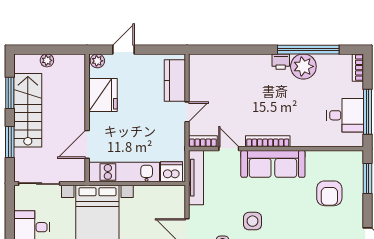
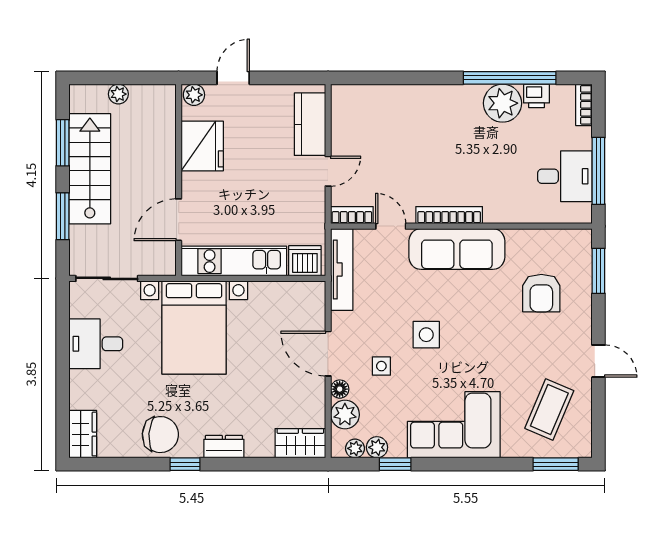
printer: (281, 62) -> (537, 96), moved

